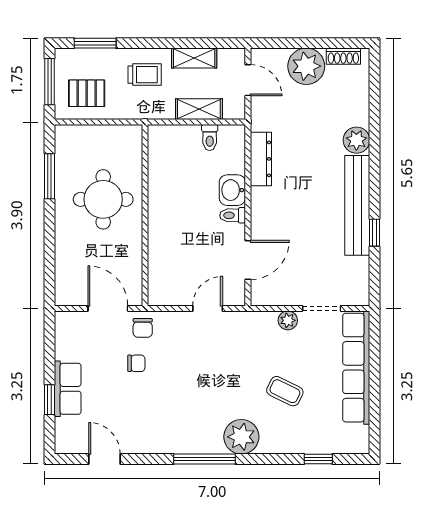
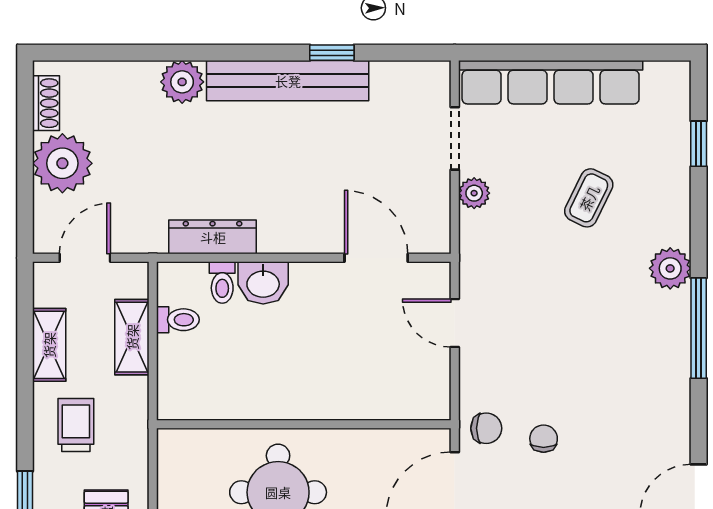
toilet: (233, 215) -> (222, 283), moved
plant: (241, 437) -> (670, 268), width x0.73, depth x0.73

